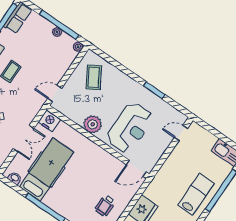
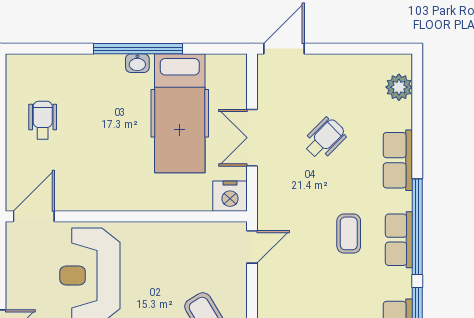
plant: (93, 124) -> (155, 239), removed
washbasin: (15, 178) -> (137, 63), moved

